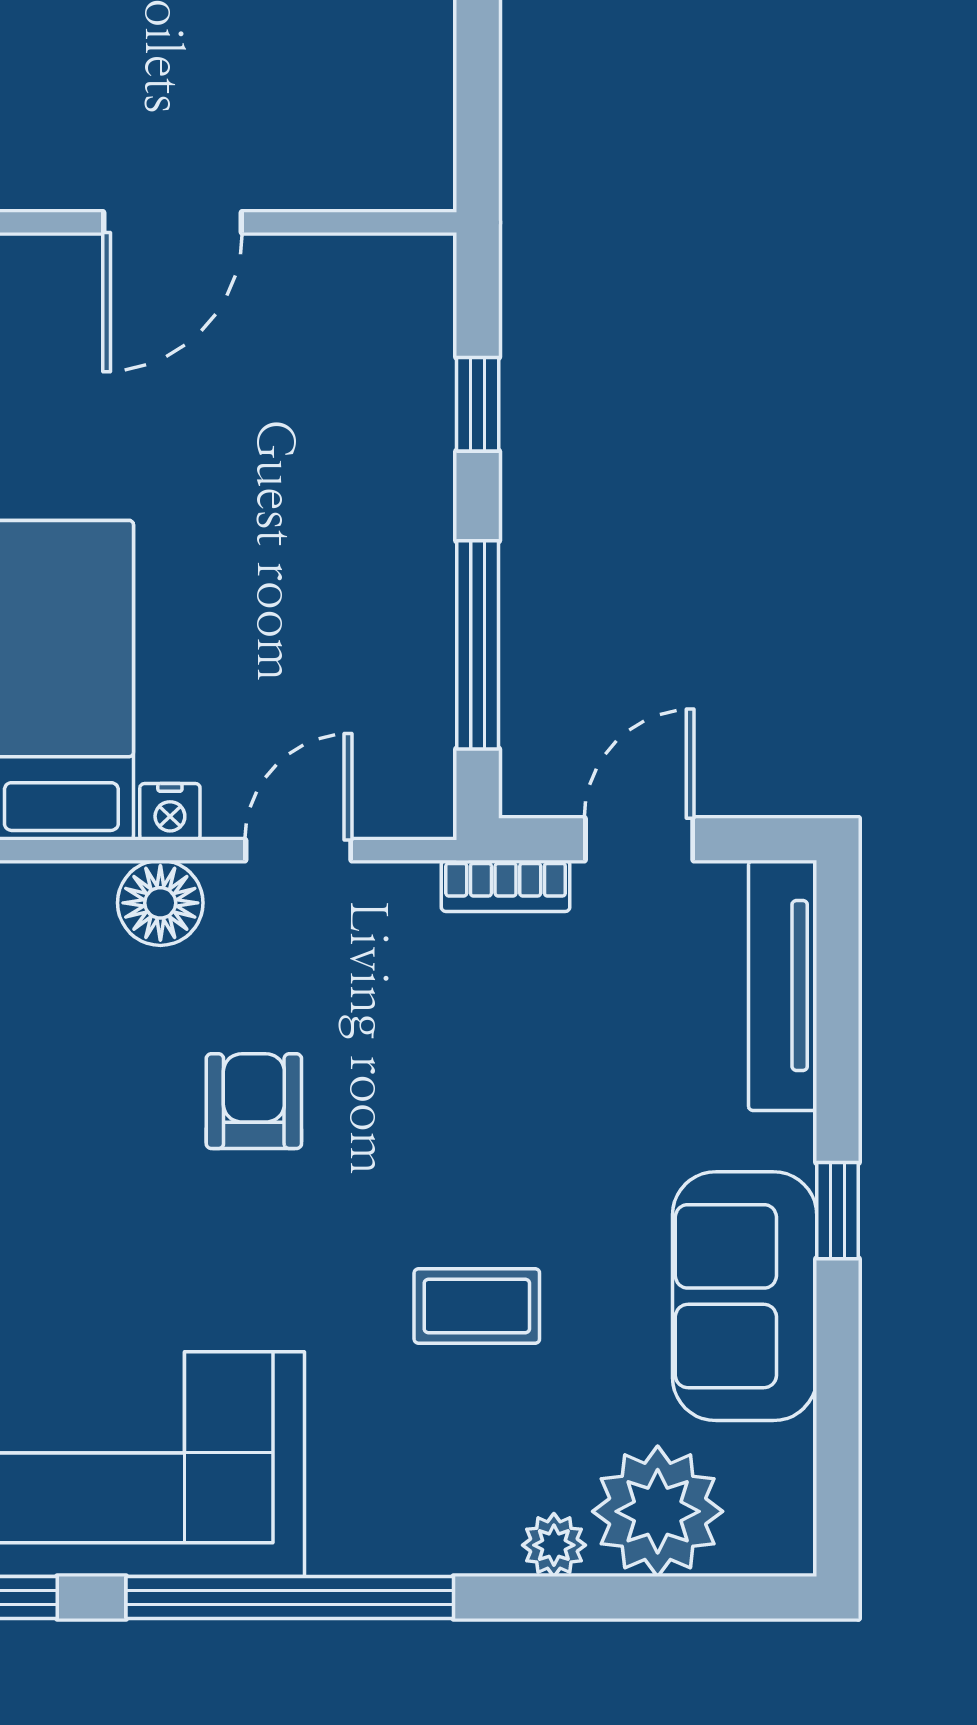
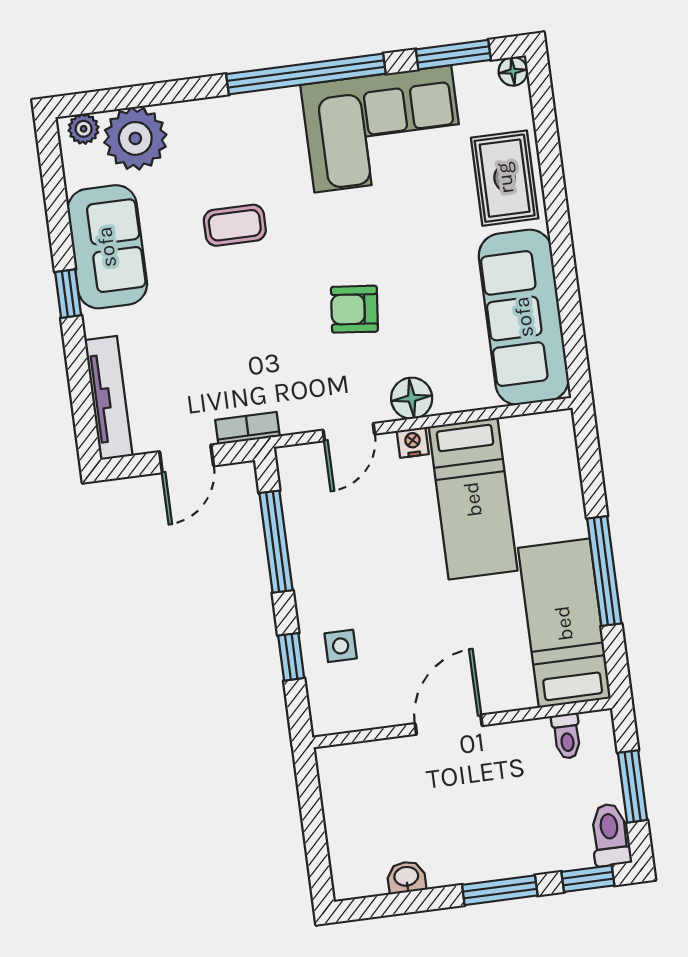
side table: (373, 413) -> (341, 646), added
armchair: (254, 1101) -> (354, 309), turned 96
plant: (554, 1545) -> (84, 129), moved

